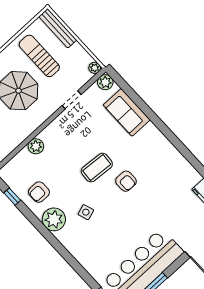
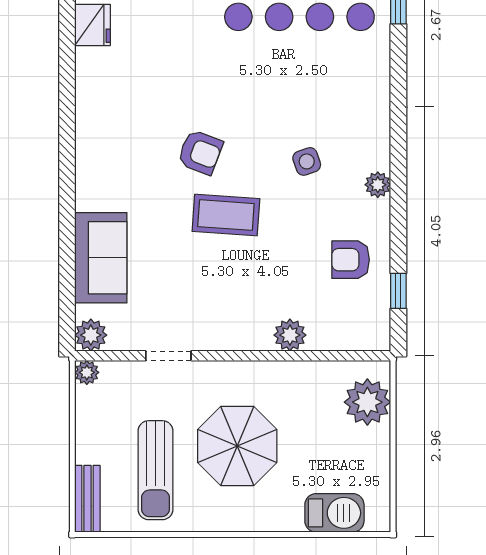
bench: (58, 28) -> (87, 499), width x0.73
armchair: (126, 181) -> (200, 152), turned 111
armchair: (39, 192) -> (351, 260), turned 180
plant: (54, 219) -> (378, 185), width x0.53, depth x0.53

